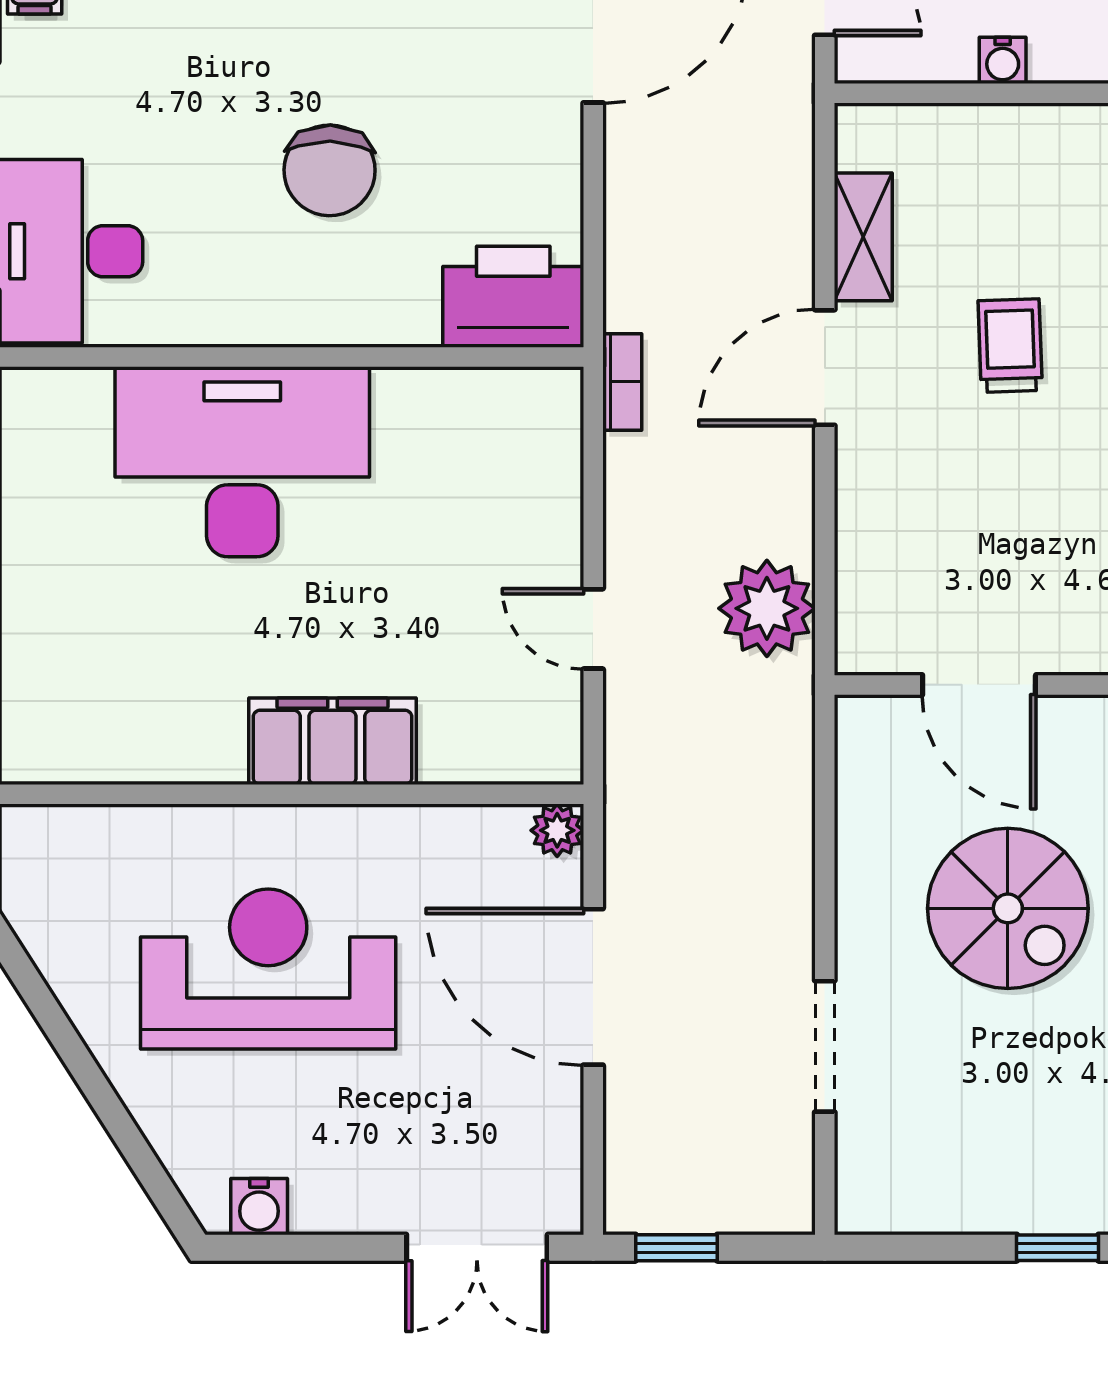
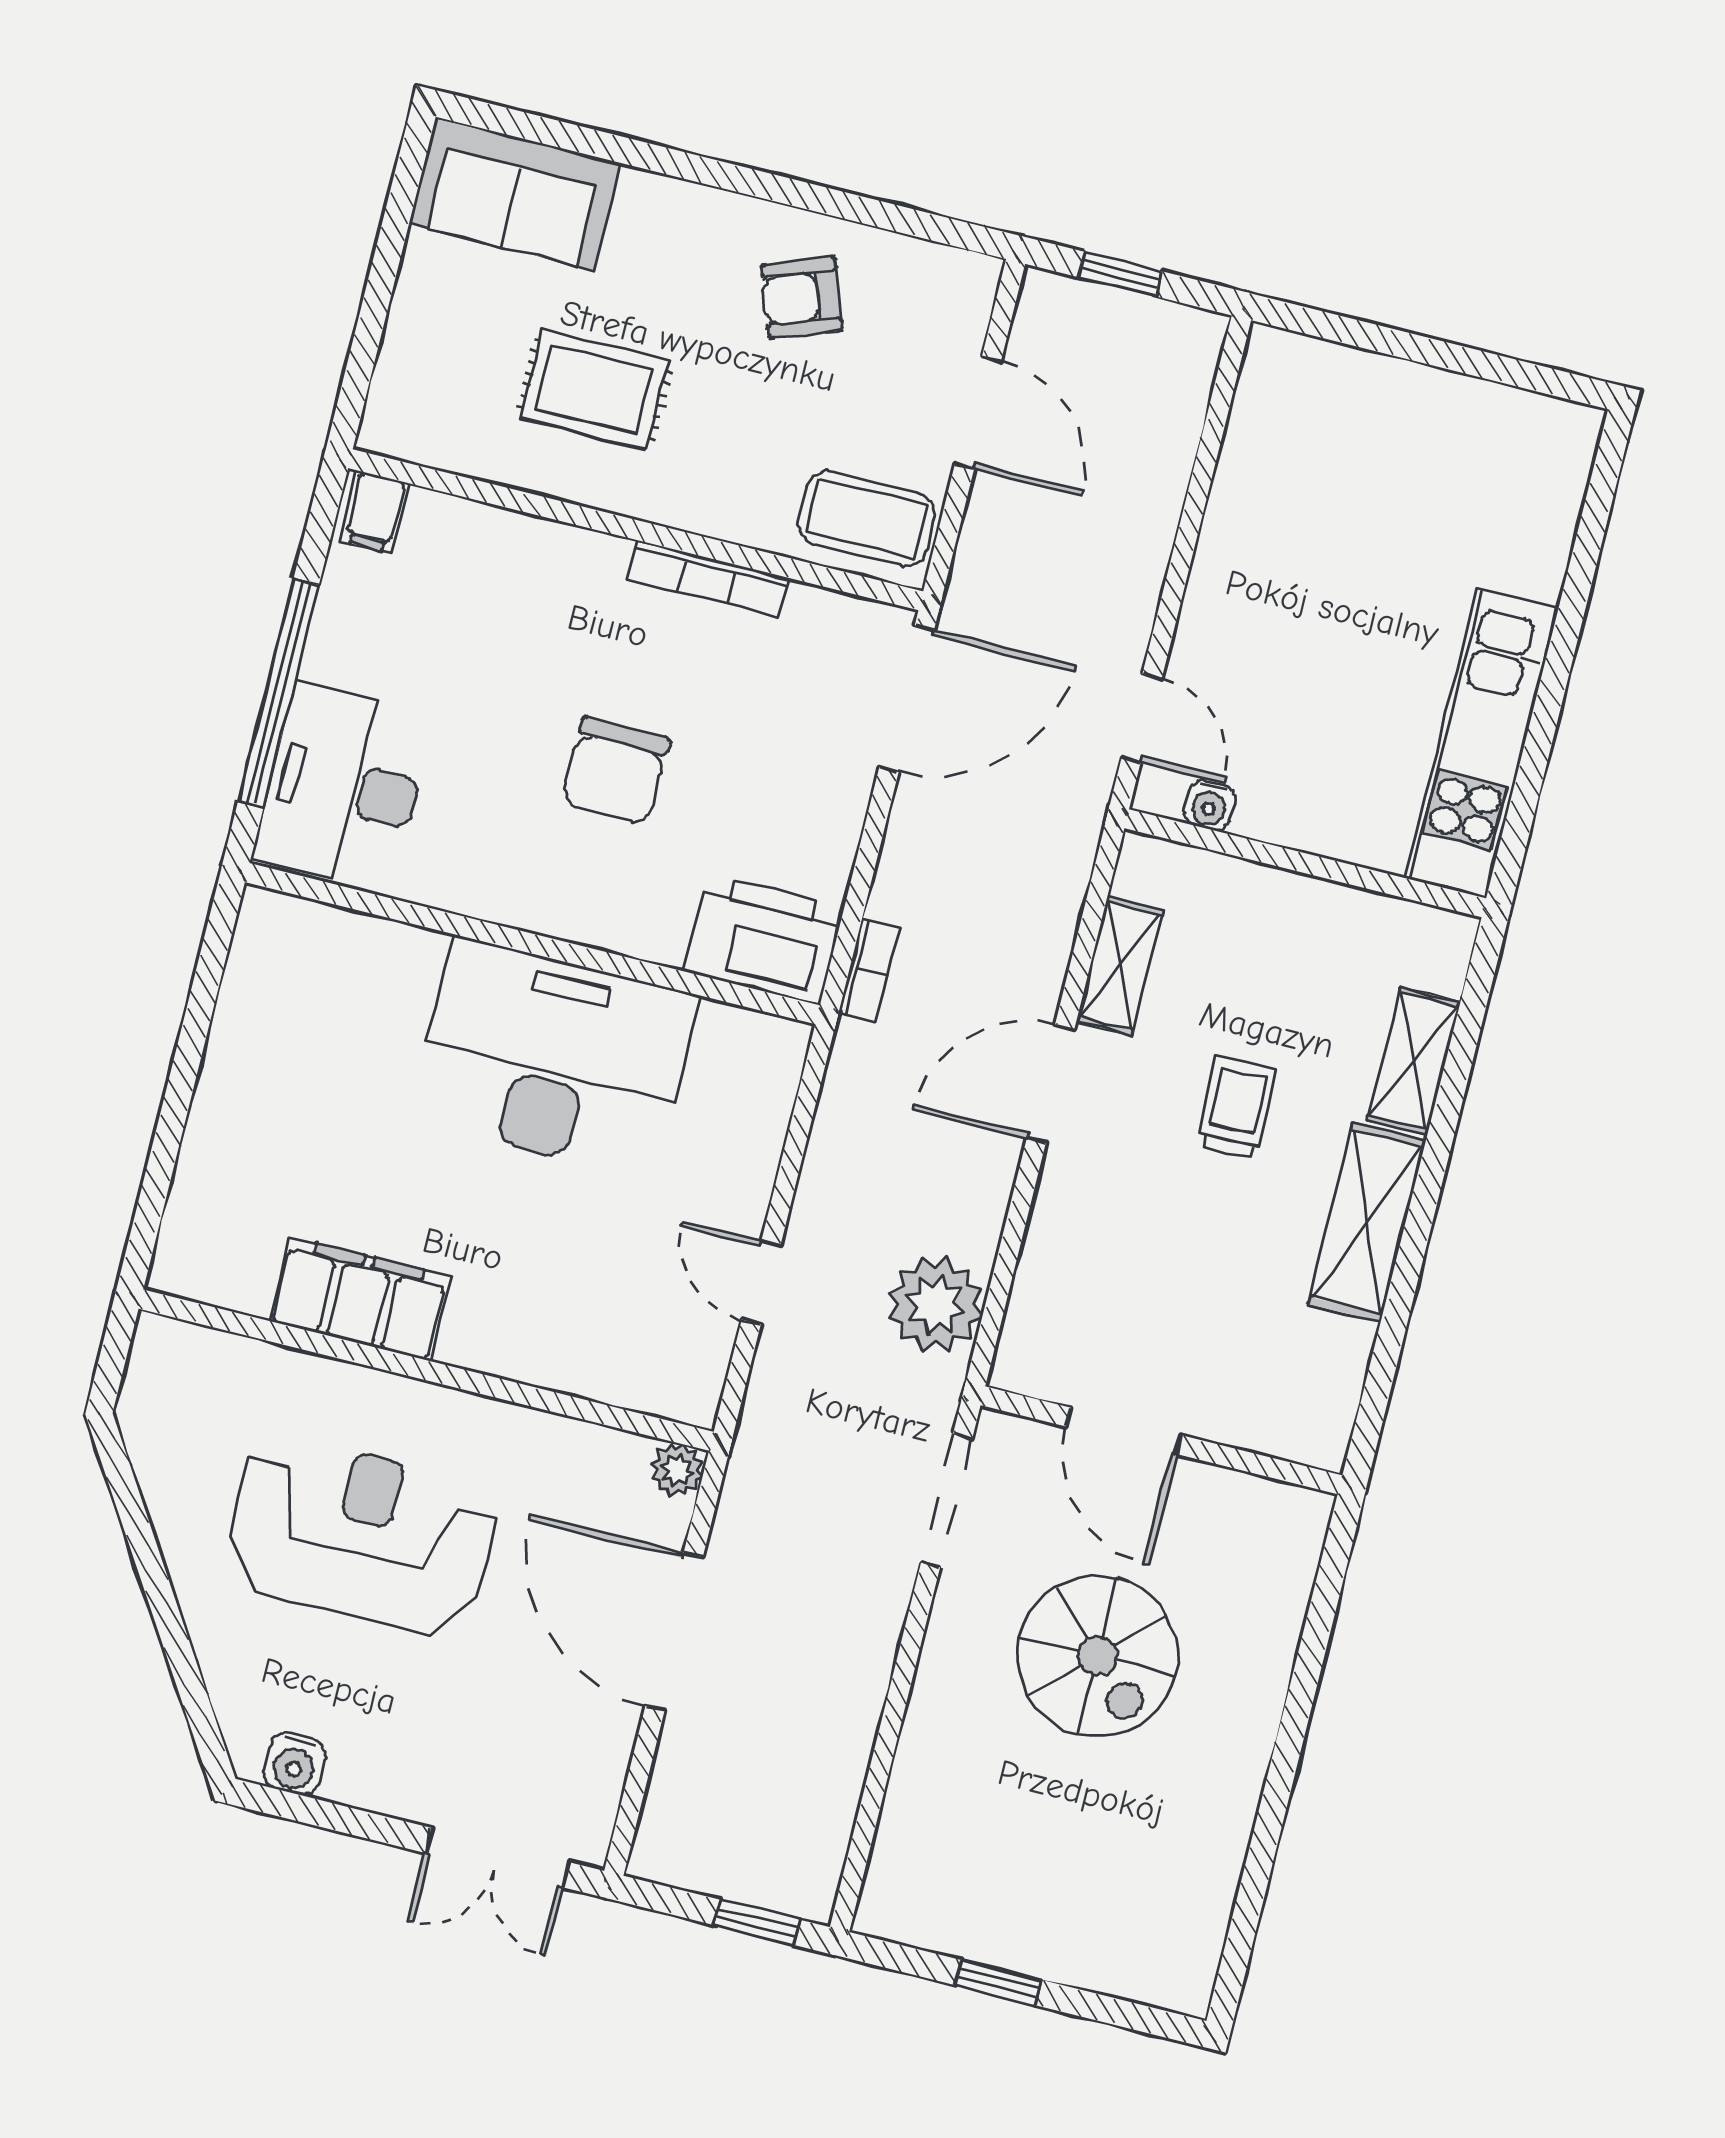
water cooler: (1003, 60) -> (1209, 805), moved
bookcase: (622, 382) -> (869, 971), moved
desk: (242, 462) -> (554, 1058), moved
filing cabinet: (333, 741) -> (360, 1299), moved
doorway: (825, 1046) -> (947, 1500), moved
window: (676, 1248) -> (757, 1922), moved
window: (1058, 1248) -> (998, 1983), moved

